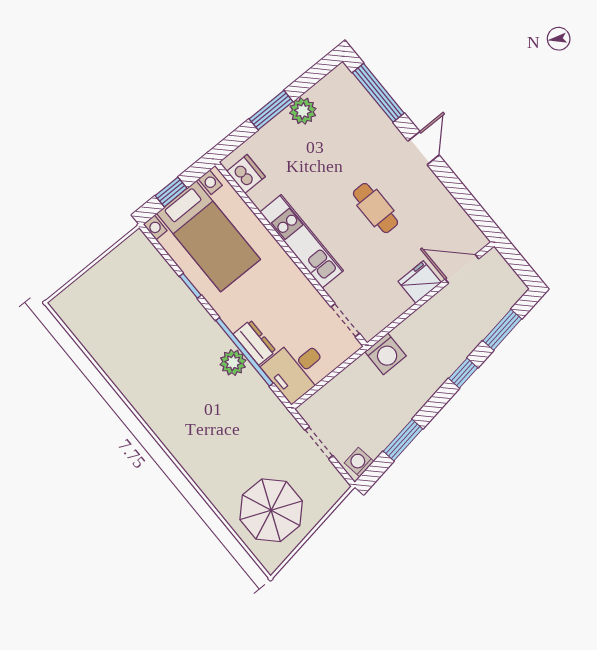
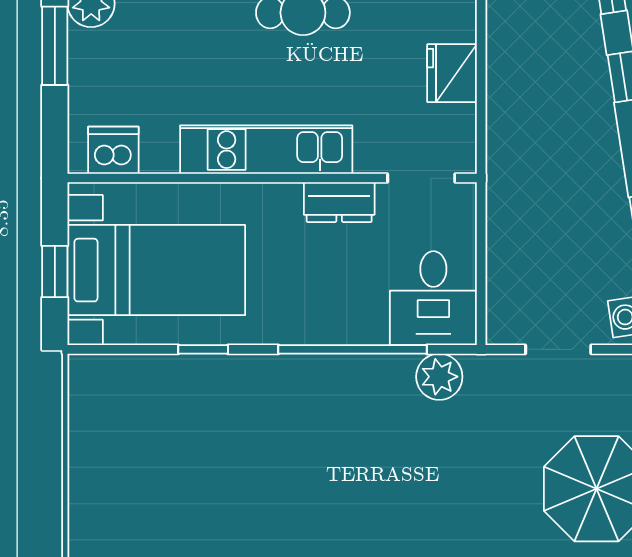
fridge: (420, 282) -> (452, 73), moved
dresser: (255, 343) -> (339, 202), moved, turned 180
washing machine: (386, 354) -> (511, 161), removed
plant: (233, 363) -> (439, 377), moved

